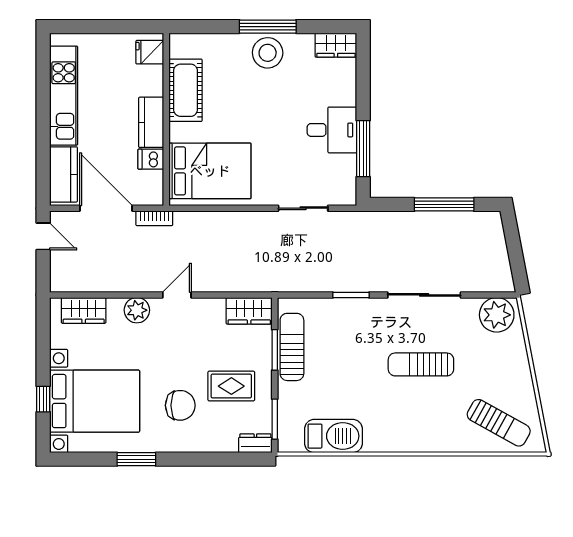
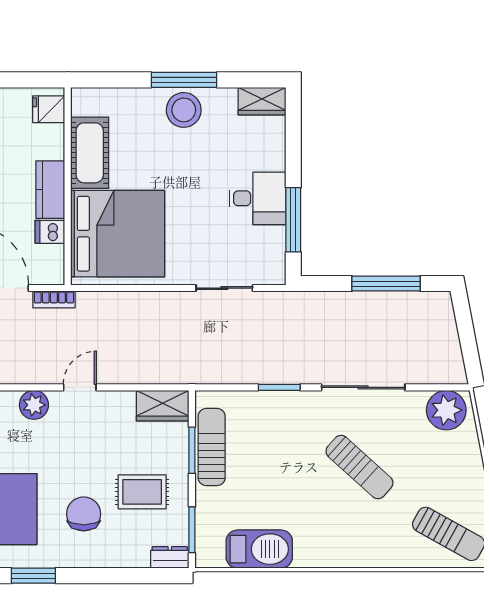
bed: (210, 171) -> (118, 234), width x1.36
sun lounger: (421, 364) -> (359, 467), turned -138
chair: (180, 405) -> (84, 514), turned -90

